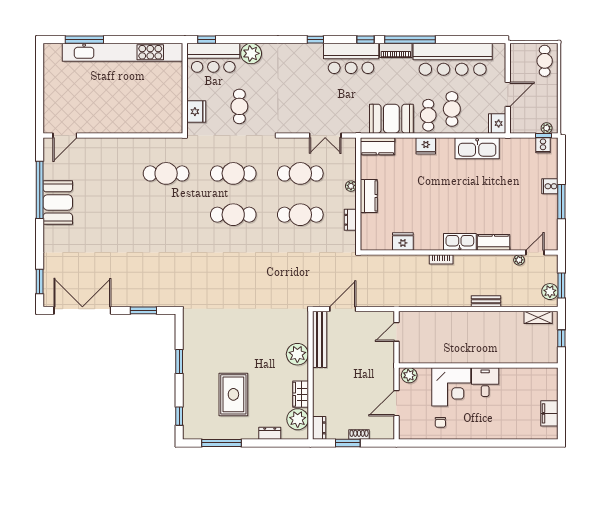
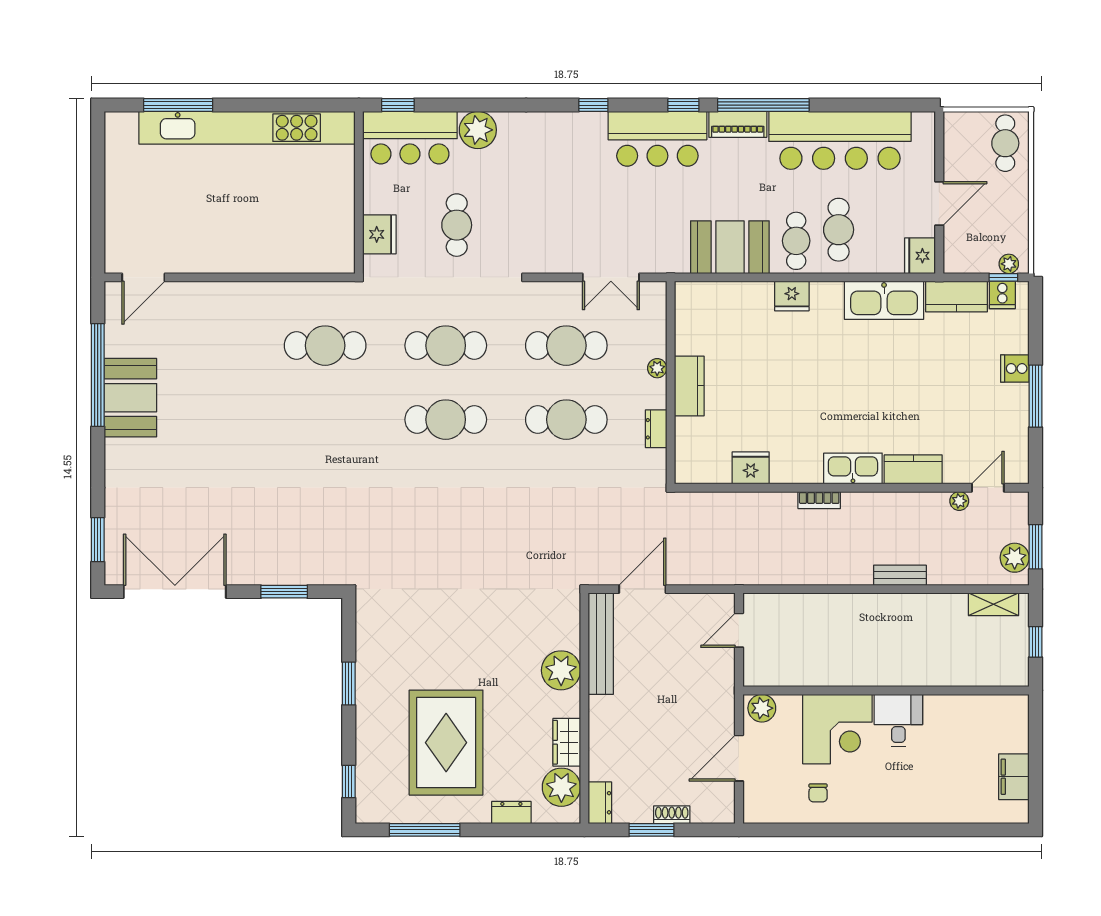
kitchen counter: (378, 146) -> (957, 297), moved
rug: (233, 394) -> (446, 743), width x1.37, depth x1.44

